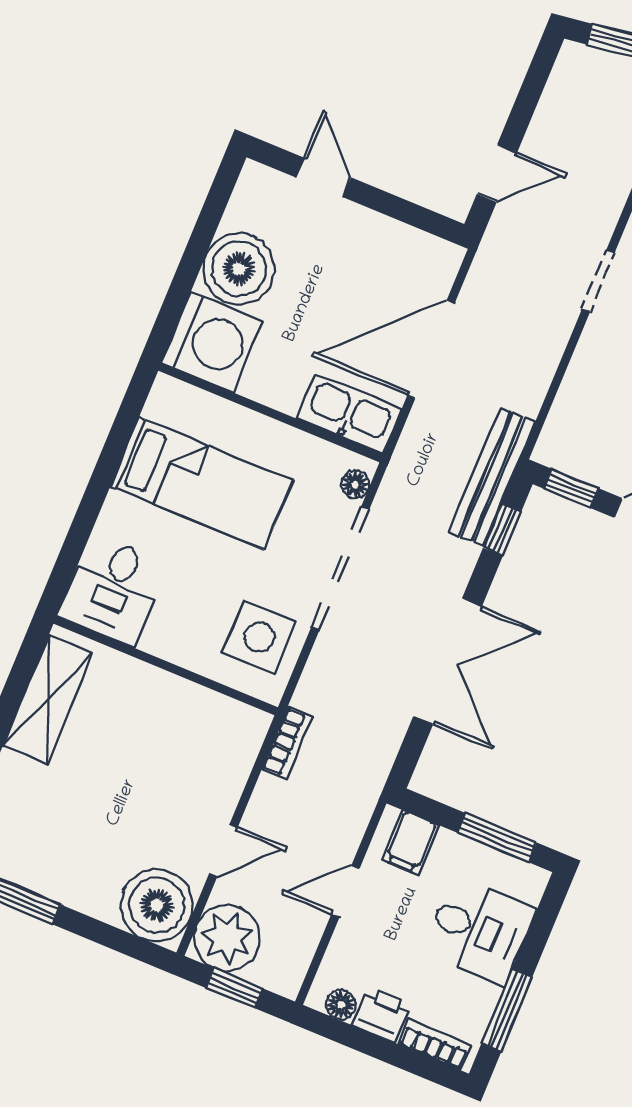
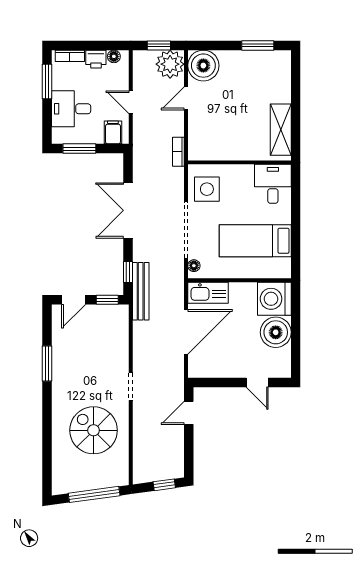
door: (345, 891) -> (131, 102), swing flipped

